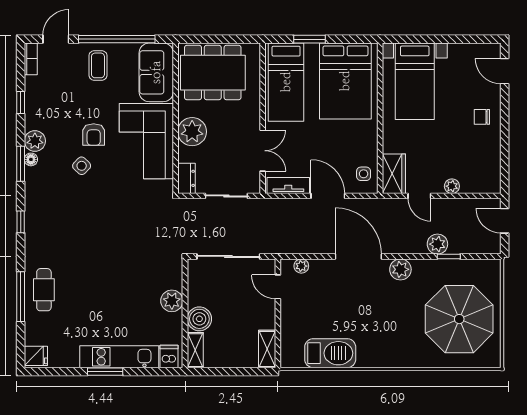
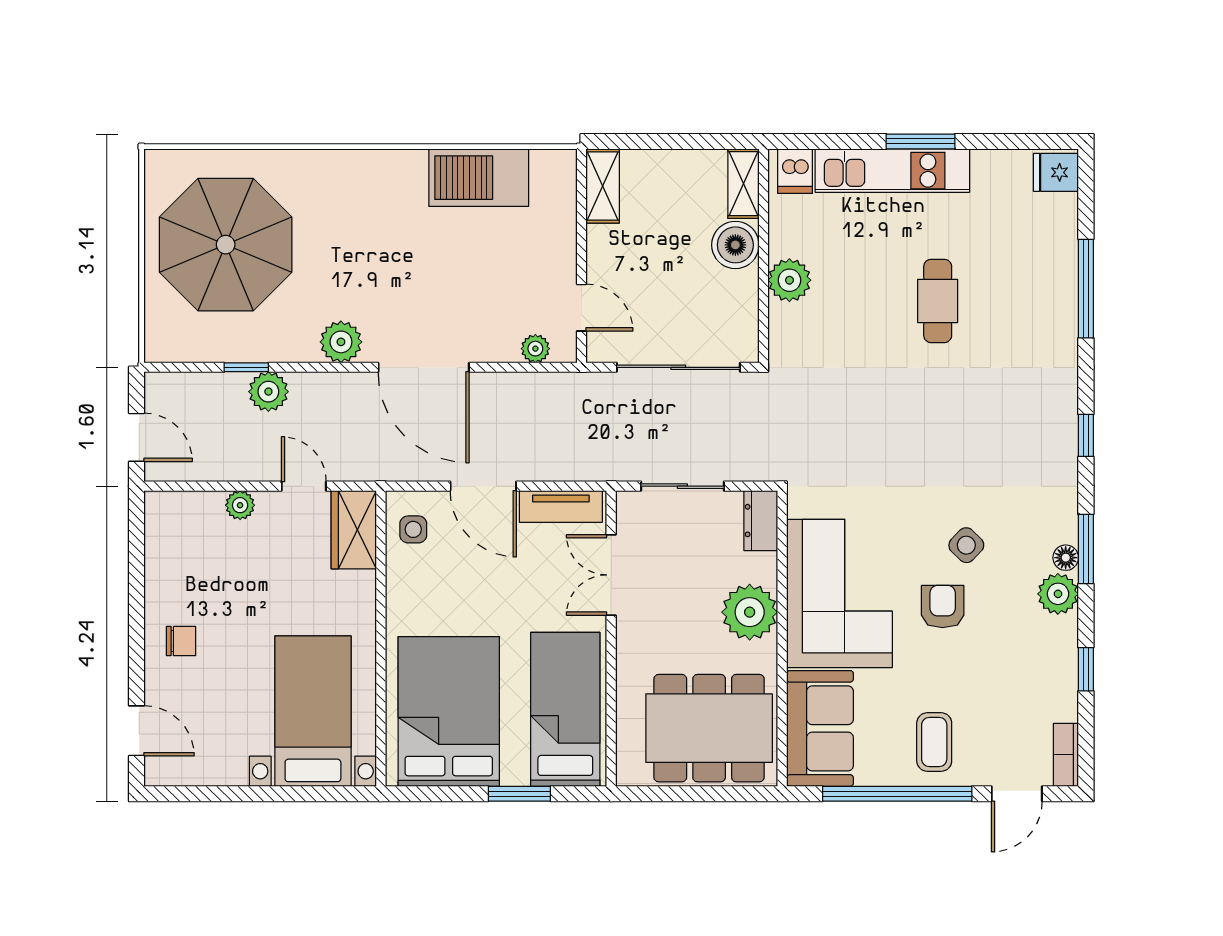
cafe table: (44, 290) -> (938, 301), moved

